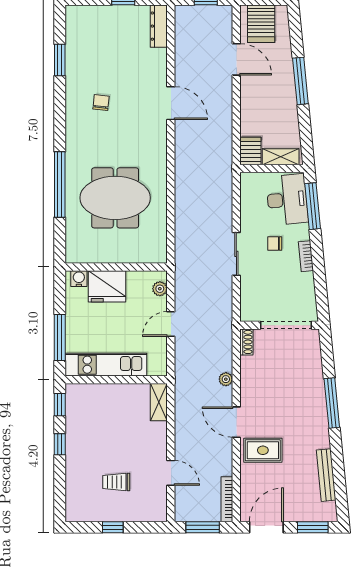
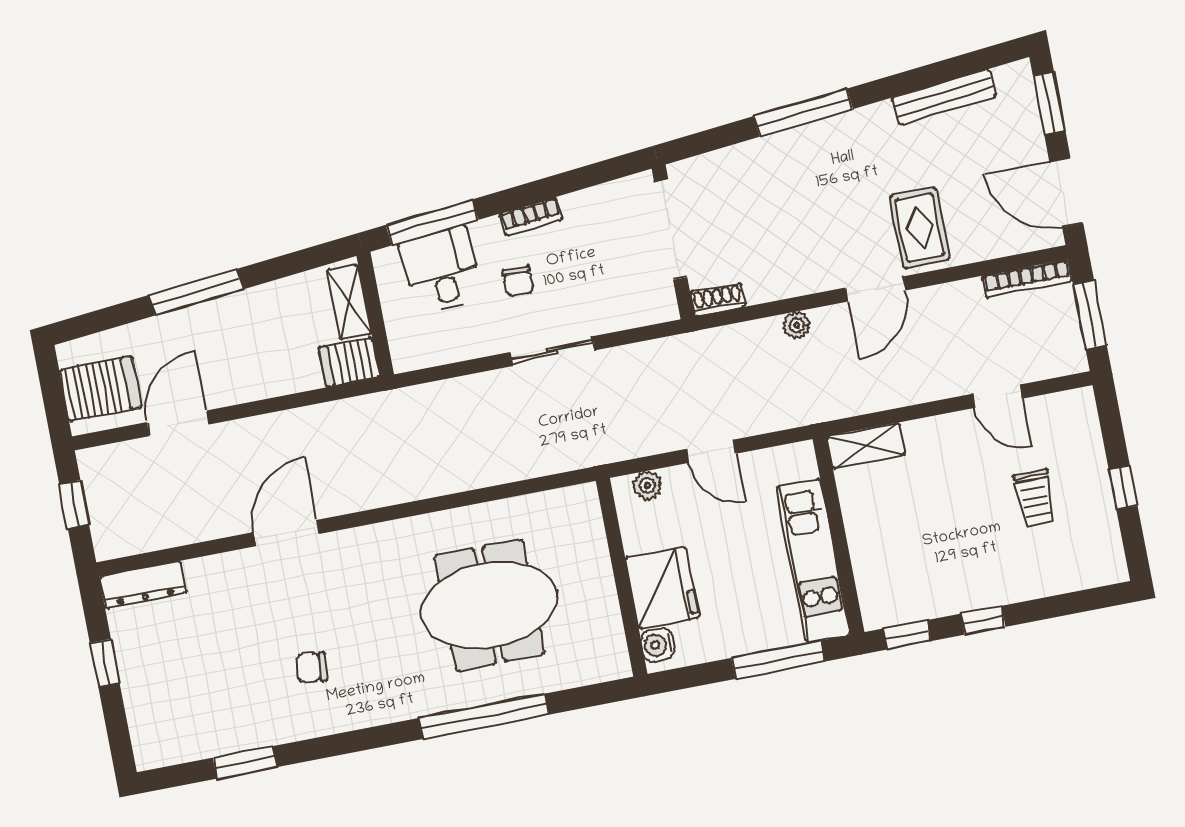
meeting table: (115, 198) -> (489, 605), turned 90
desk: (287, 200) -> (442, 270), width x0.73
door: (171, 473) -> (997, 396), swing flipped

